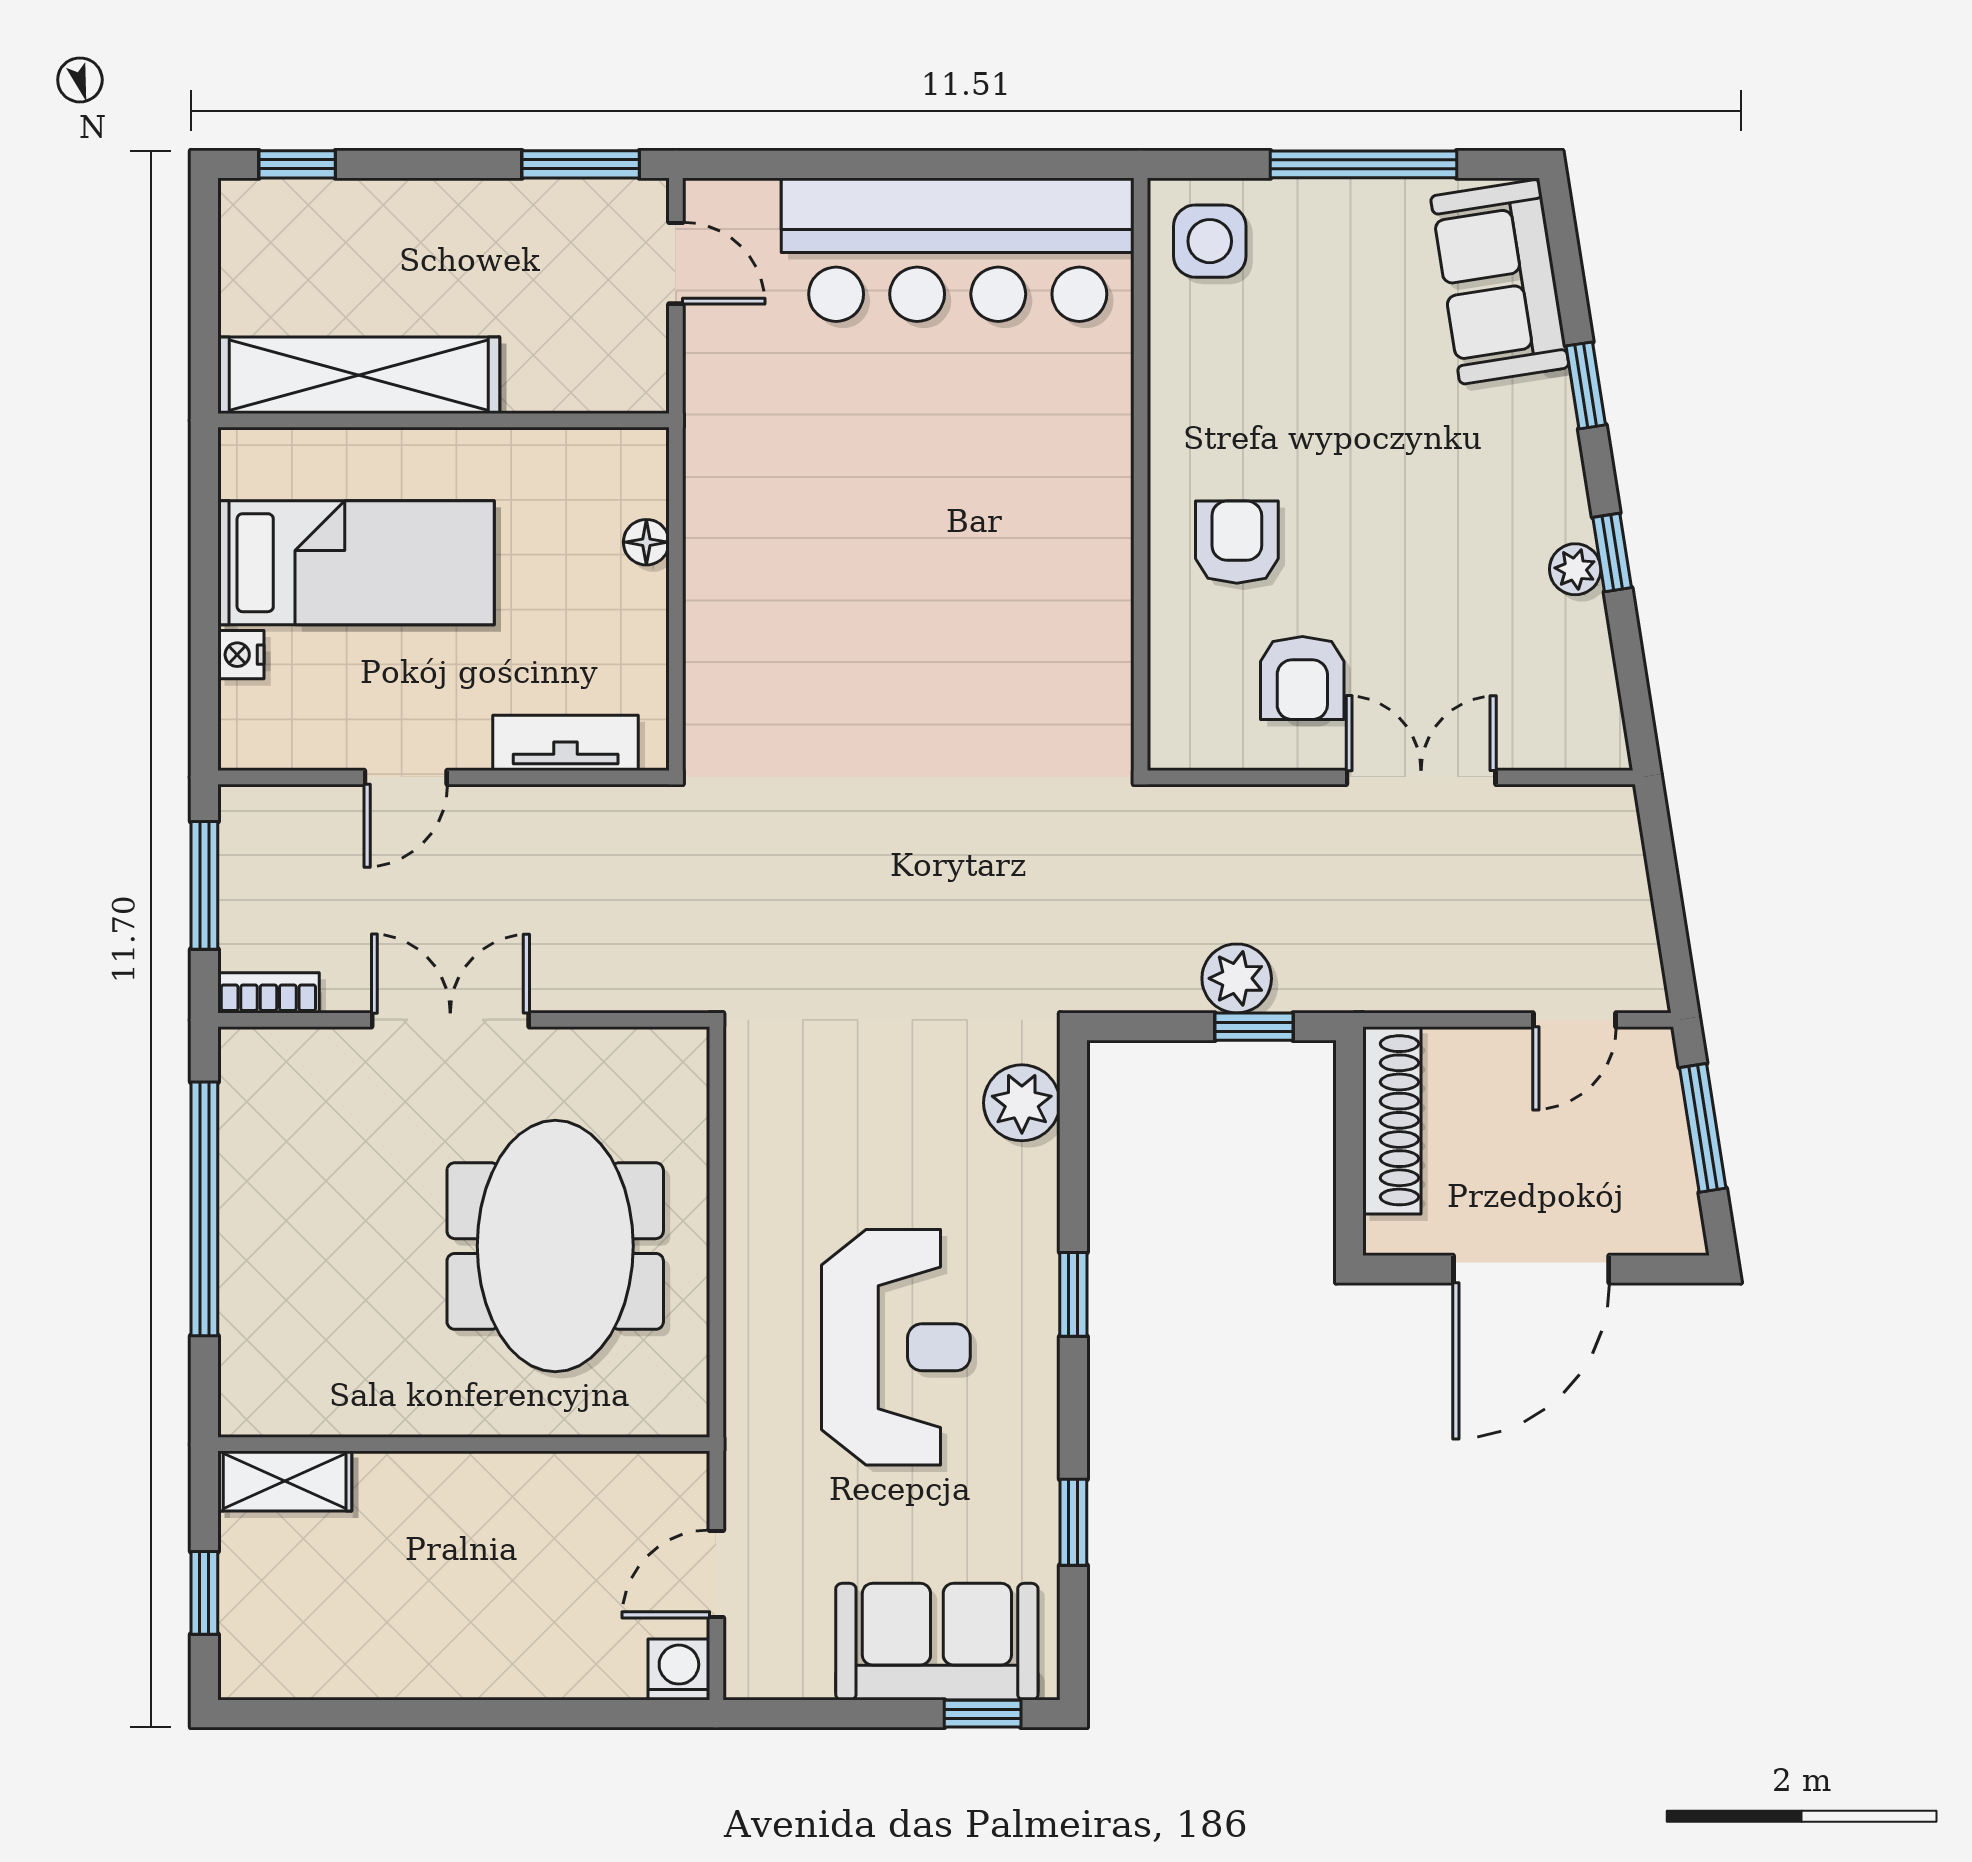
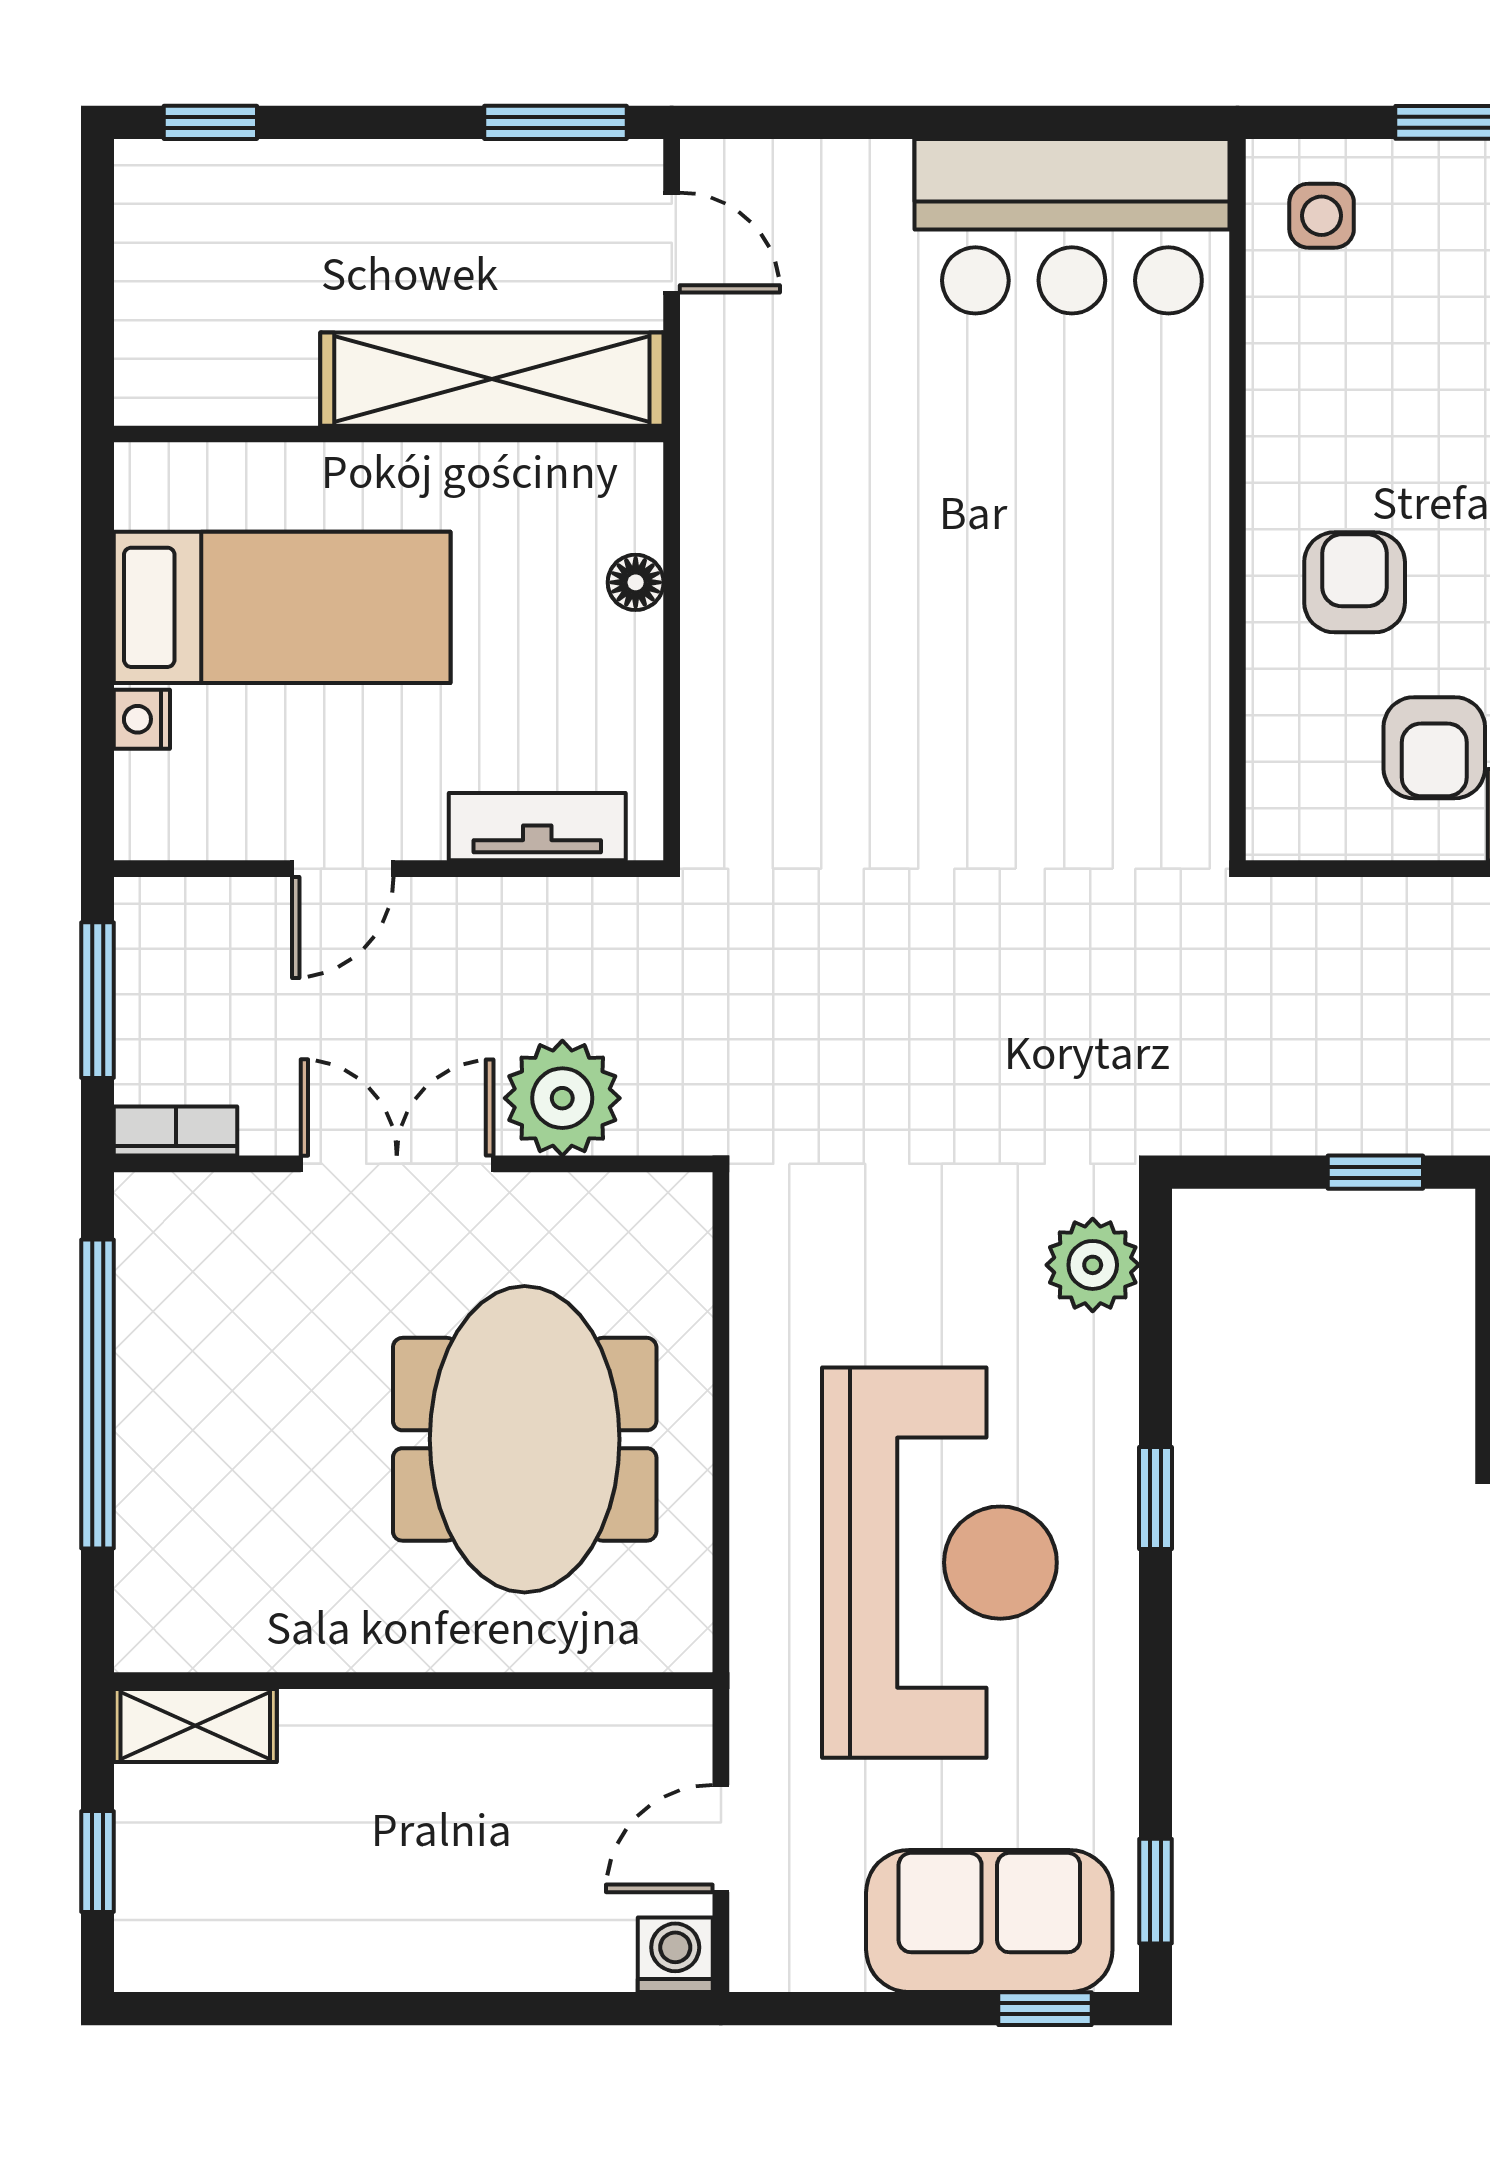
side table: (1210, 241) -> (1322, 216), width x0.73, depth x0.73
bar counter: (958, 250) -> (1072, 226), width x0.73
shelving: (359, 375) -> (492, 379), moved
plant: (1237, 978) -> (562, 1098), moved, width x1.36, depth x1.36
reception desk: (896, 1347) -> (939, 1563), width x1.36, depth x1.30
window: (1073, 1522) -> (1155, 1891), moved

